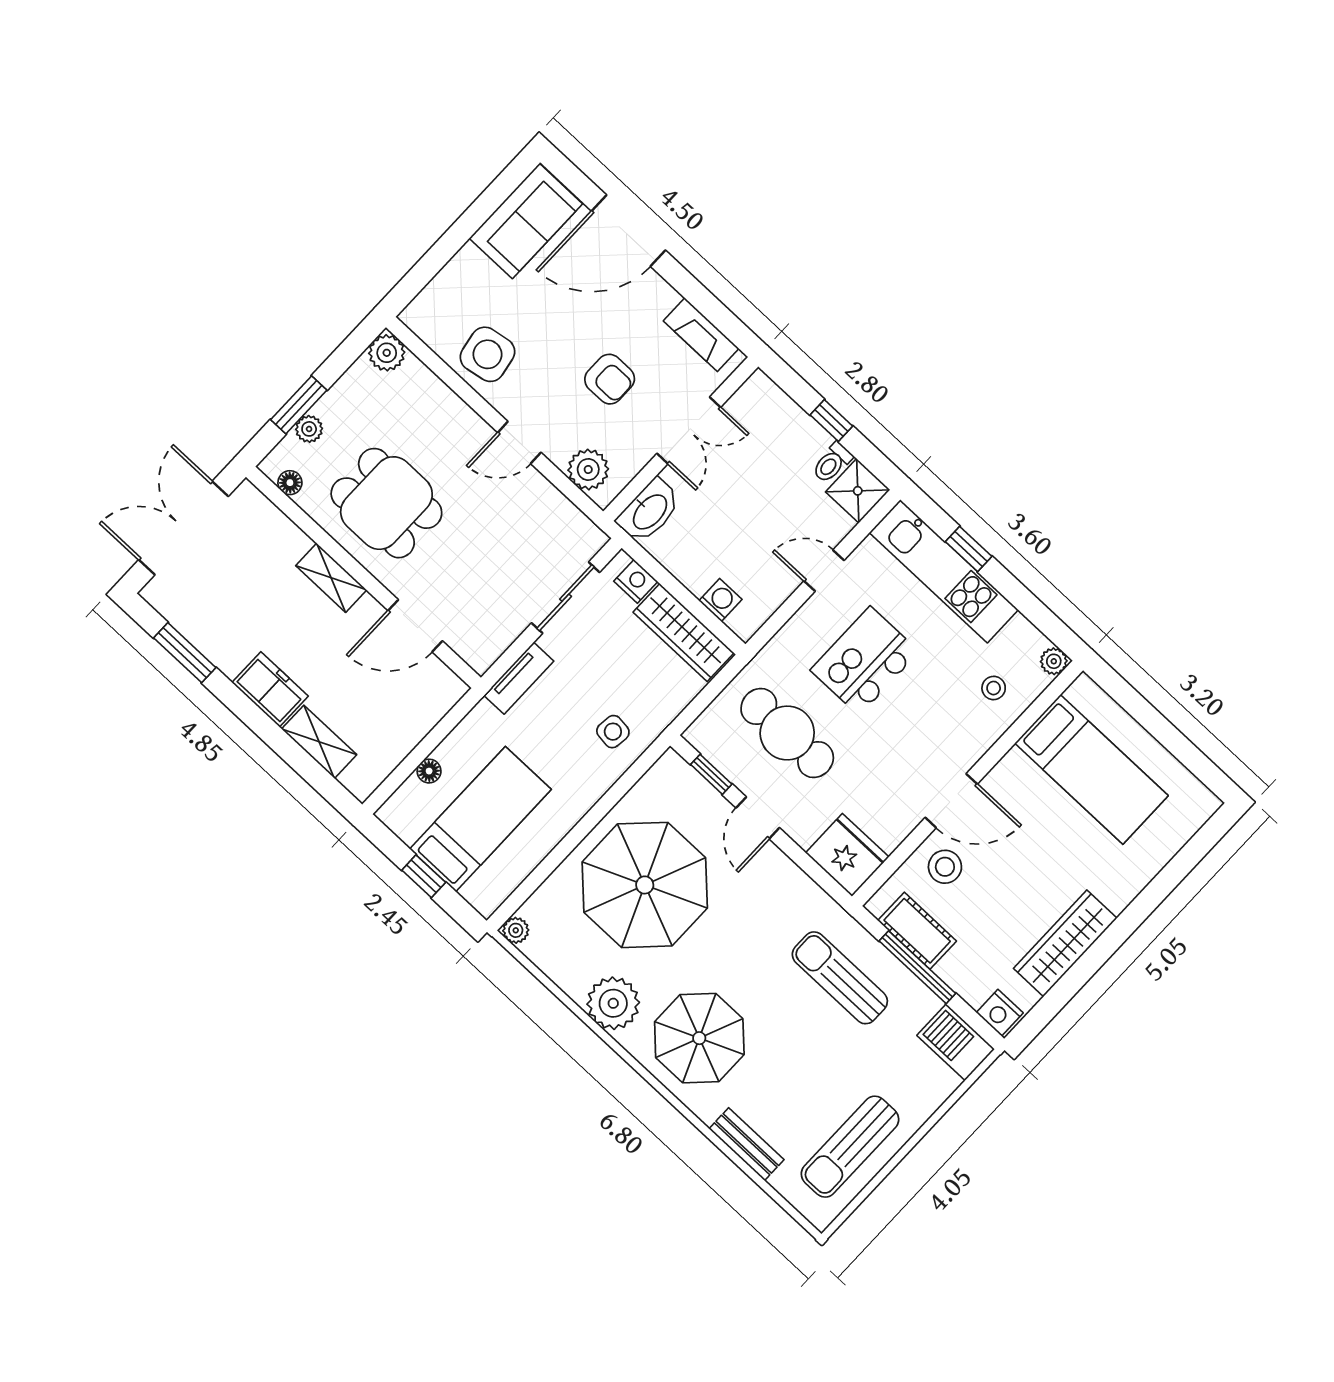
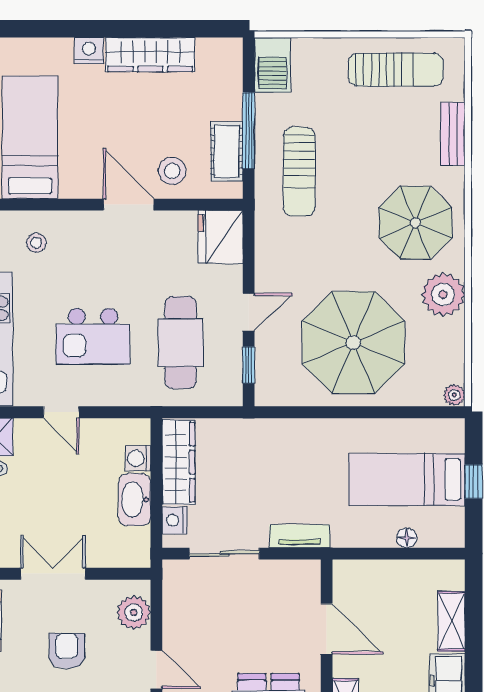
washbasin: (649, 511) -> (135, 500), moved, turned -90
side table: (613, 732) -> (279, 449), removed
nightstand: (1000, 1013) -> (89, 51), moved, turned -90

